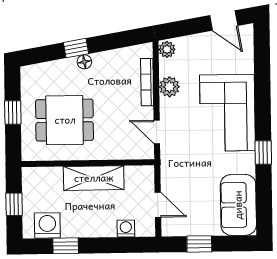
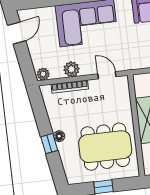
dining table: (65, 120) -> (105, 147), width x1.37
door: (157, 132) -> (107, 75), swing flipped

